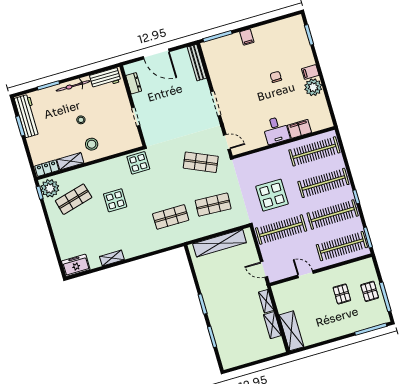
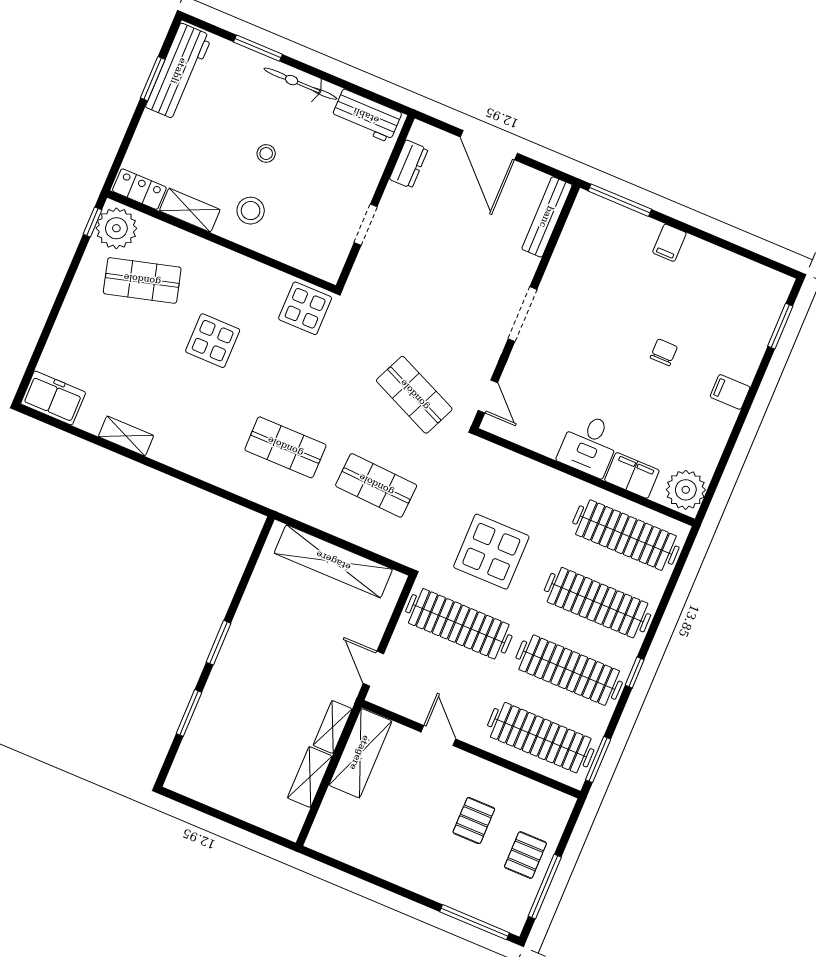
plant: (313, 87) -> (686, 490), moved
shelving: (291, 331) -> (360, 753), moved

